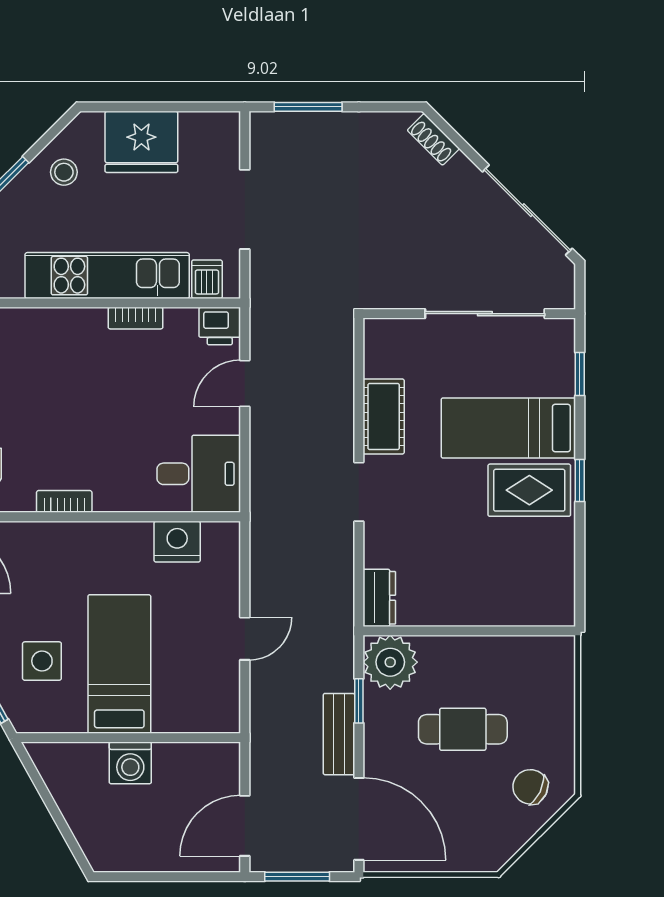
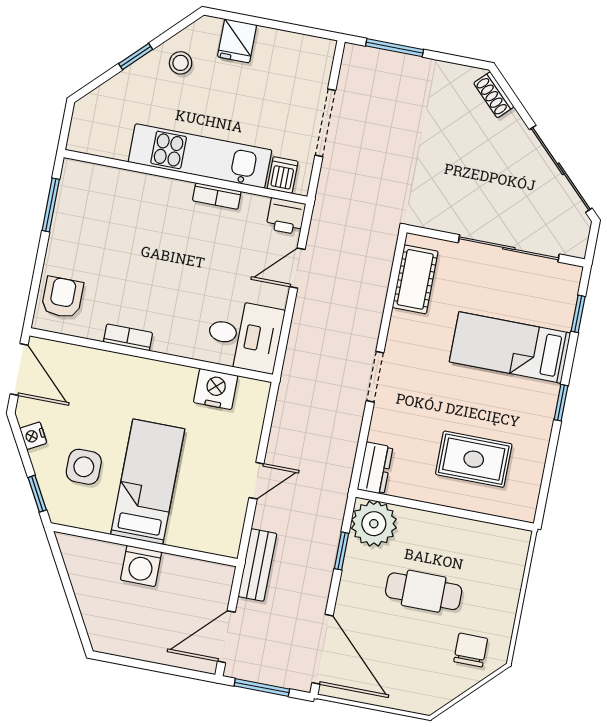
fridge: (141, 142) -> (237, 41), width x0.53, depth x0.75
cot: (384, 417) -> (415, 279), moved
rug: (529, 490) -> (474, 459), moved
bench: (339, 734) -> (257, 565), moved
chair: (530, 787) -> (471, 650), turned 64

